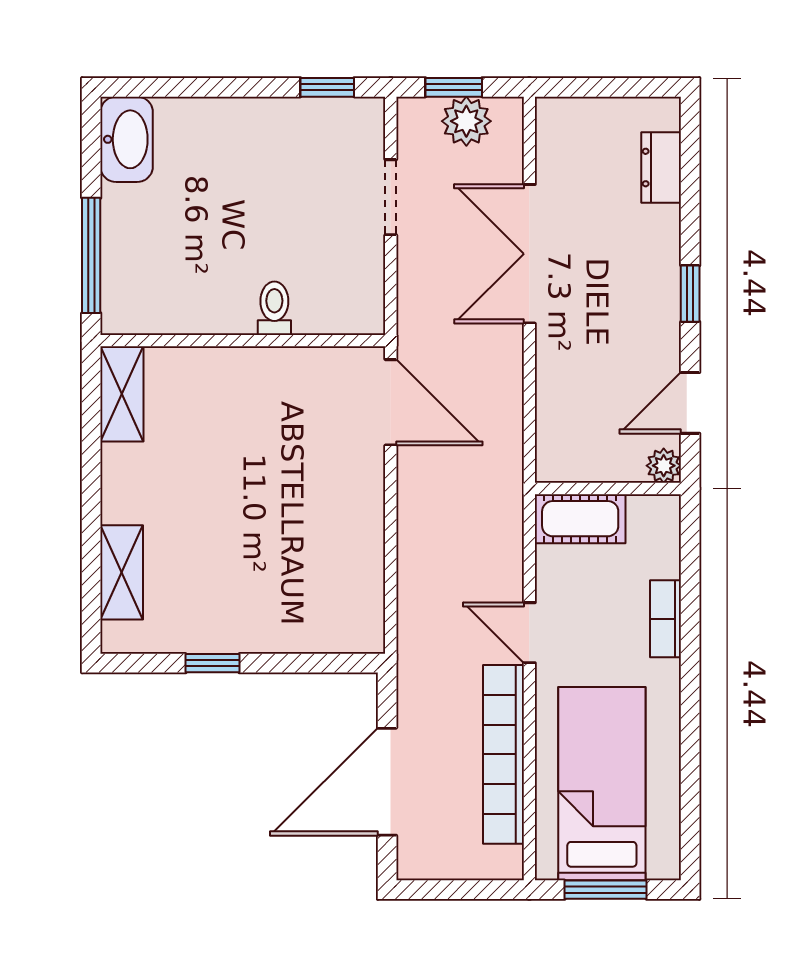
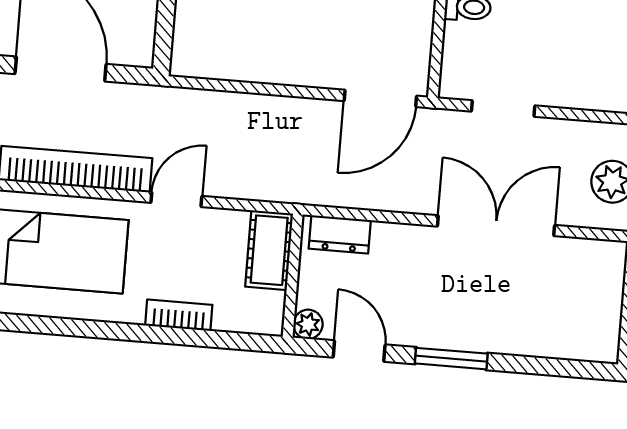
dresser: (661, 168) -> (340, 234), moved, turned 180
doorway: (391, 197) -> (503, 109), moved
window: (690, 294) -> (451, 359), width x1.50

